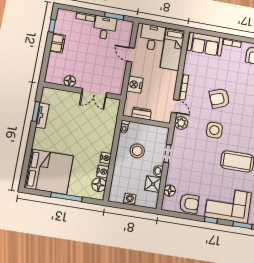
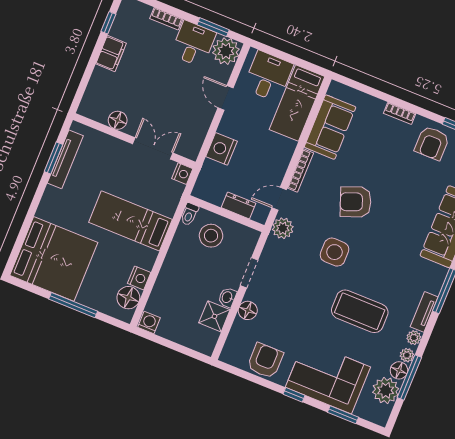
plant: (125, 28) -> (226, 51), added
sofa: (205, 44) -> (330, 127), moved, turned -90
double door: (94, 93) -> (153, 148), swing flipped
door: (175, 106) -> (279, 199), swing flipped
dresser: (142, 114) -> (239, 205), moved
tv unit: (42, 116) -> (65, 159), width x1.41
bed: (90, 139) -> (130, 221), added
stool: (137, 151) -> (211, 236), moved
nightstand: (106, 158) -> (182, 174), moved
floor lamp: (170, 191) -> (248, 310), moved
washing machine: (130, 199) -> (149, 323), moved
armchair: (189, 204) -> (265, 361), turned -90

